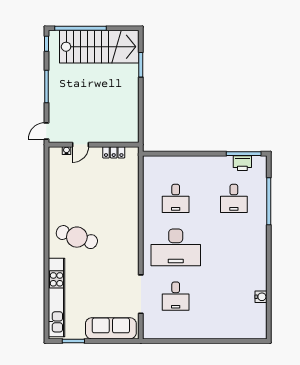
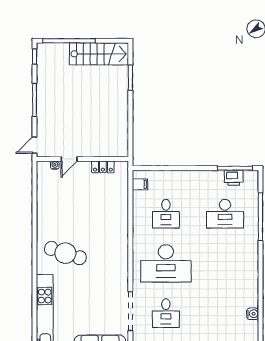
stairs: (99, 47) -> (99, 54), width x0.73, depth x0.66
filing cabinet: (150, 170) -> (140, 184), added
desk: (234, 198) -> (225, 214), width x1.37

